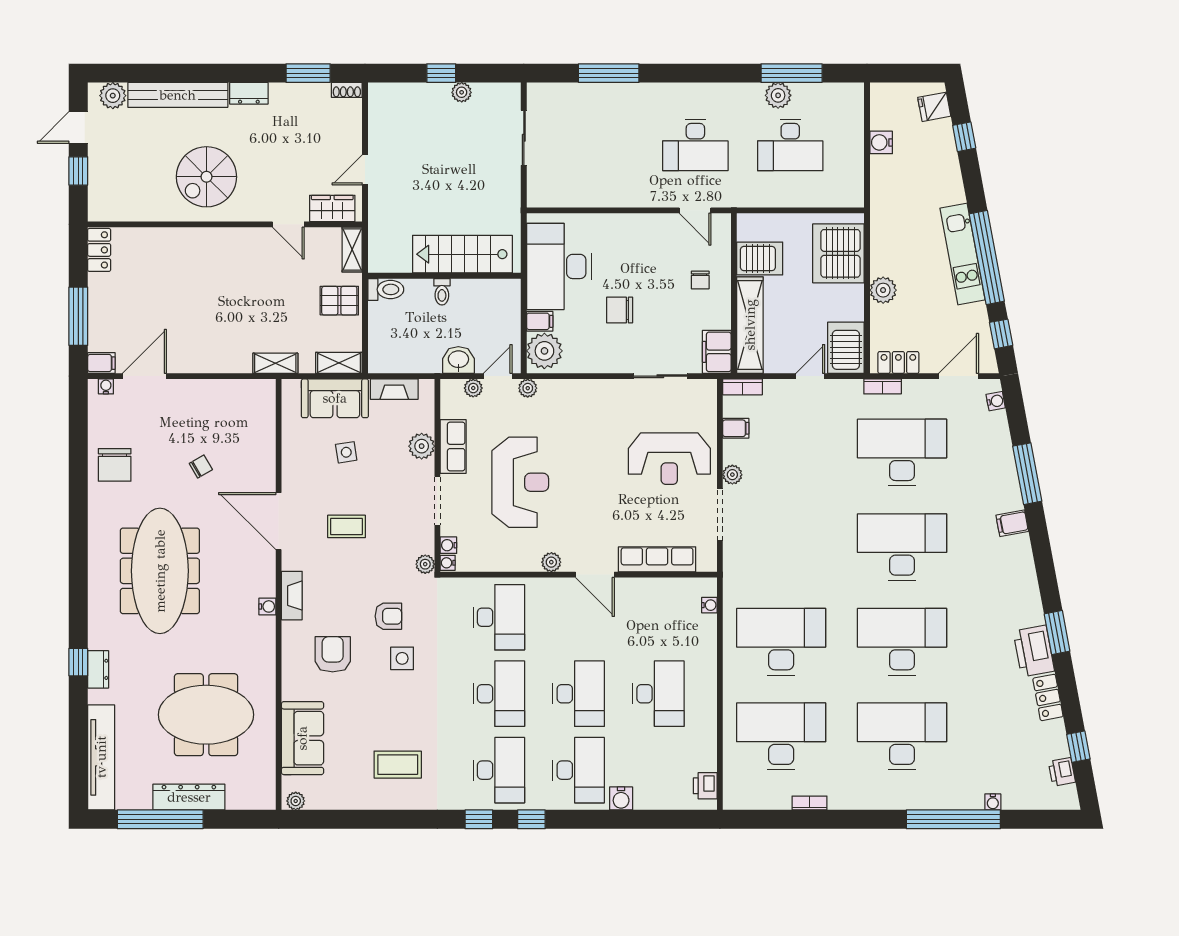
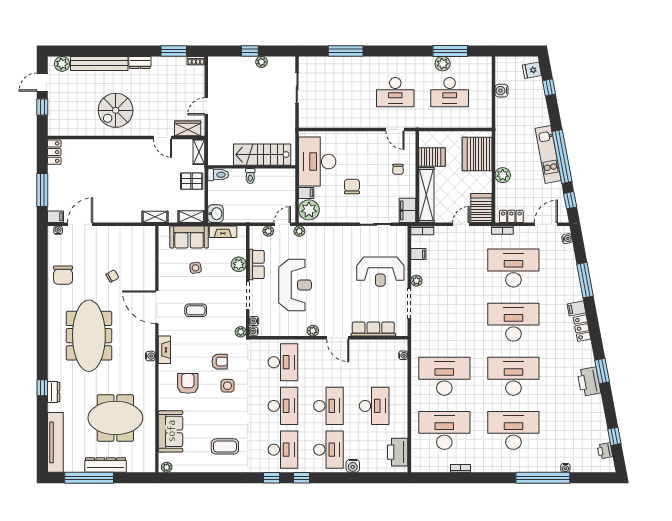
chair: (620, 310) -> (352, 186), turned 90
washbasin: (458, 360) -> (216, 214), moved, turned 90
locker: (1048, 697) -> (582, 328), moved
printer: (705, 786) -> (398, 452), width x1.87, depth x1.48

